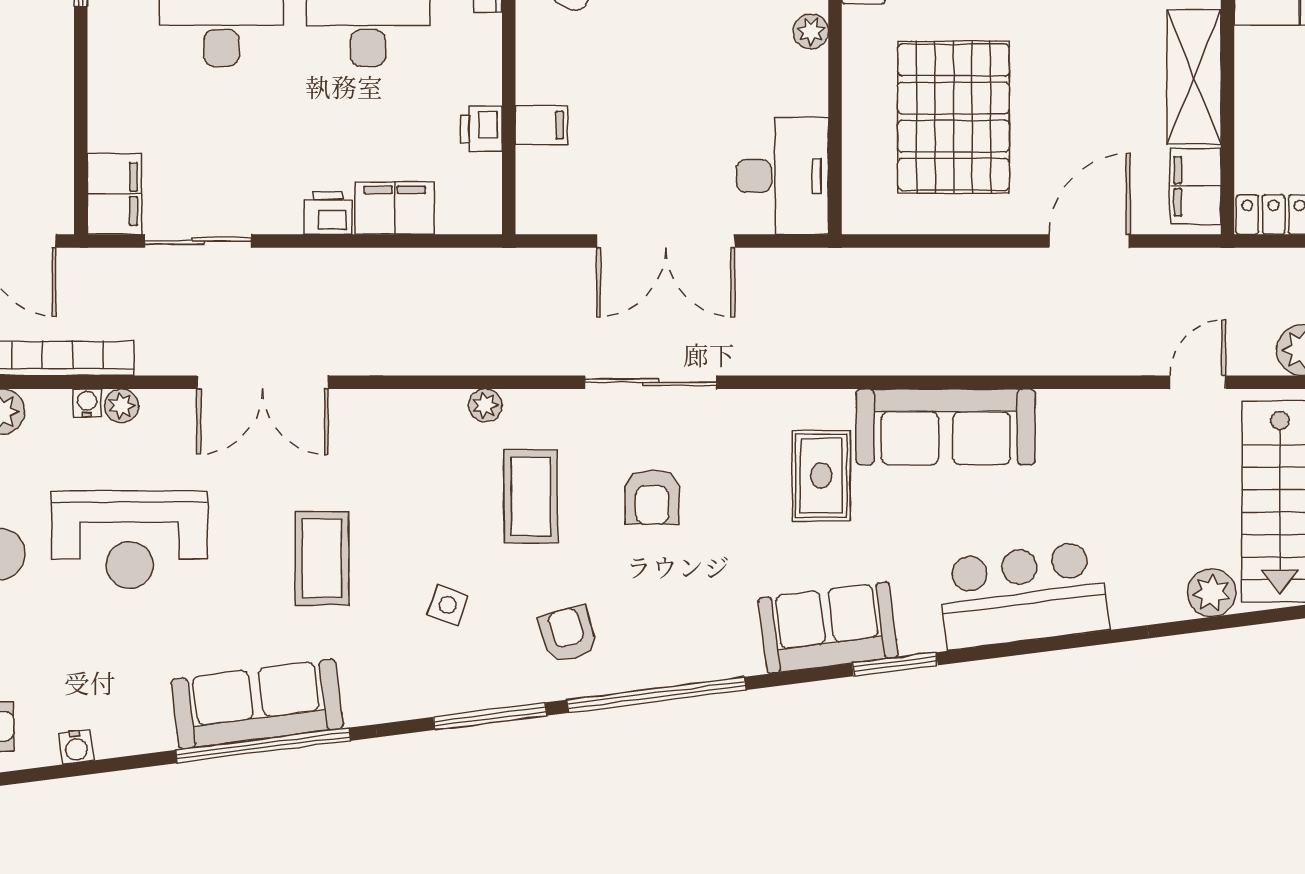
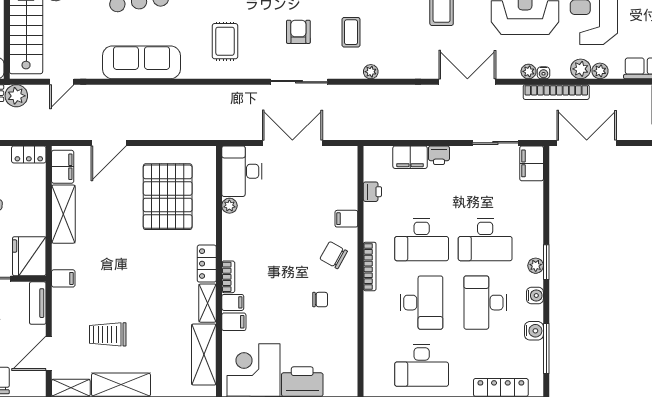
plant: (811, 31) -> (229, 206), moved
filing cabinet: (541, 125) -> (346, 219), moved
sofa: (946, 427) -> (141, 62), moved
coffee table: (531, 496) -> (351, 32), width x0.73, depth x0.77

